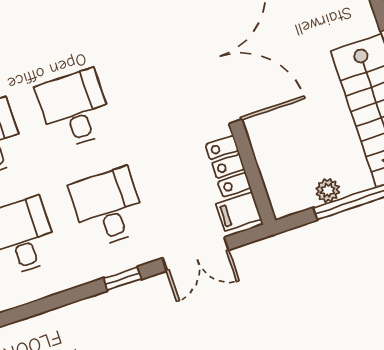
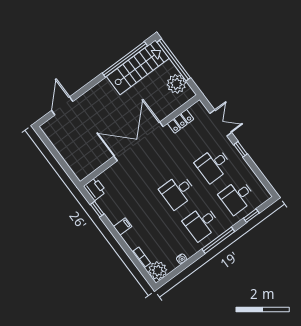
plant: (328, 190) -> (176, 84), width x1.88, depth x1.88
filing cabinet: (239, 212) -> (198, 111), removed

